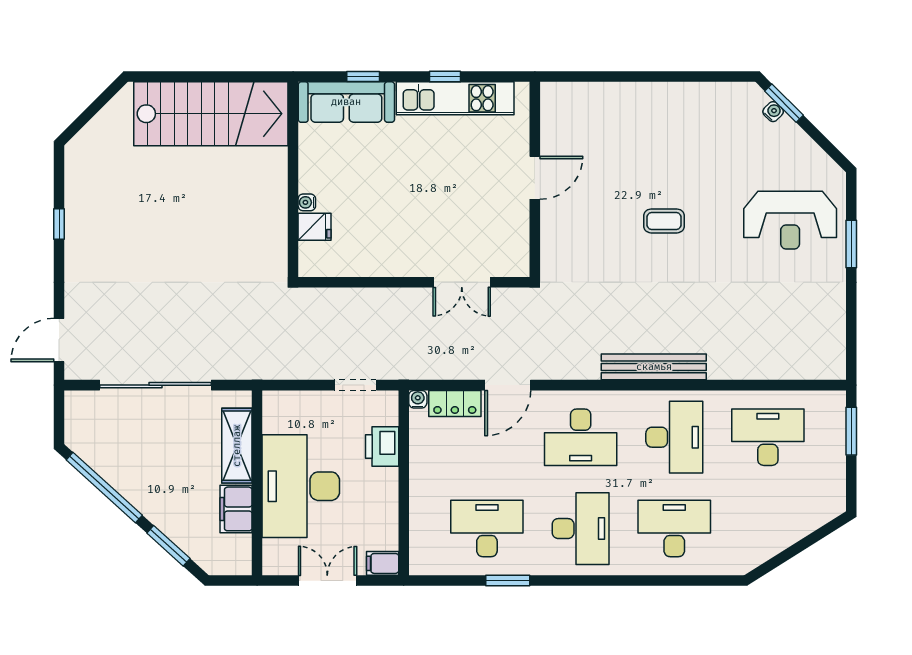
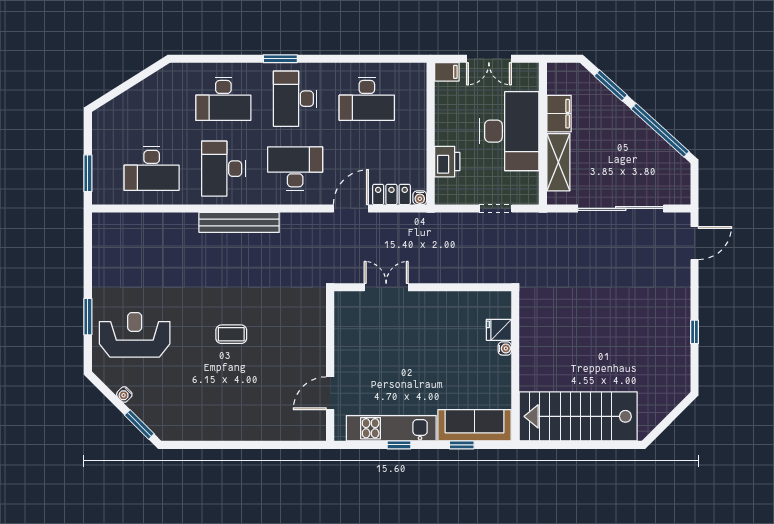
water cooler: (773, 112) -> (124, 395), moved
door: (535, 178) -> (330, 393), moved
doorway: (355, 385) -> (496, 208), moved
window: (508, 581) -> (280, 59), moved

